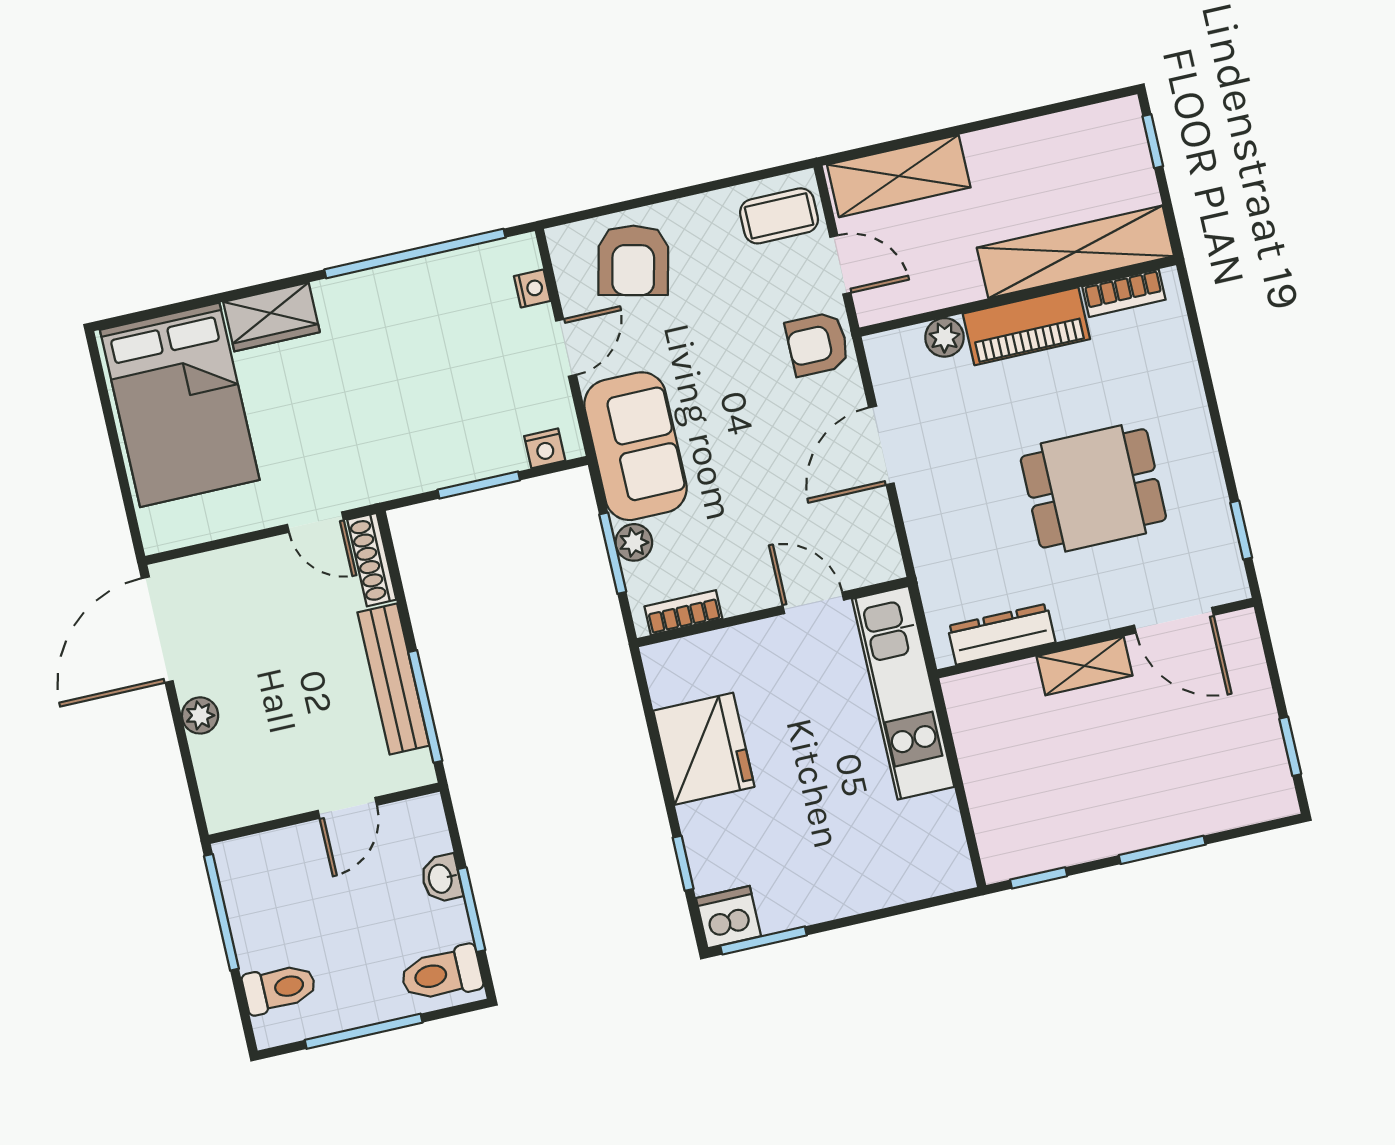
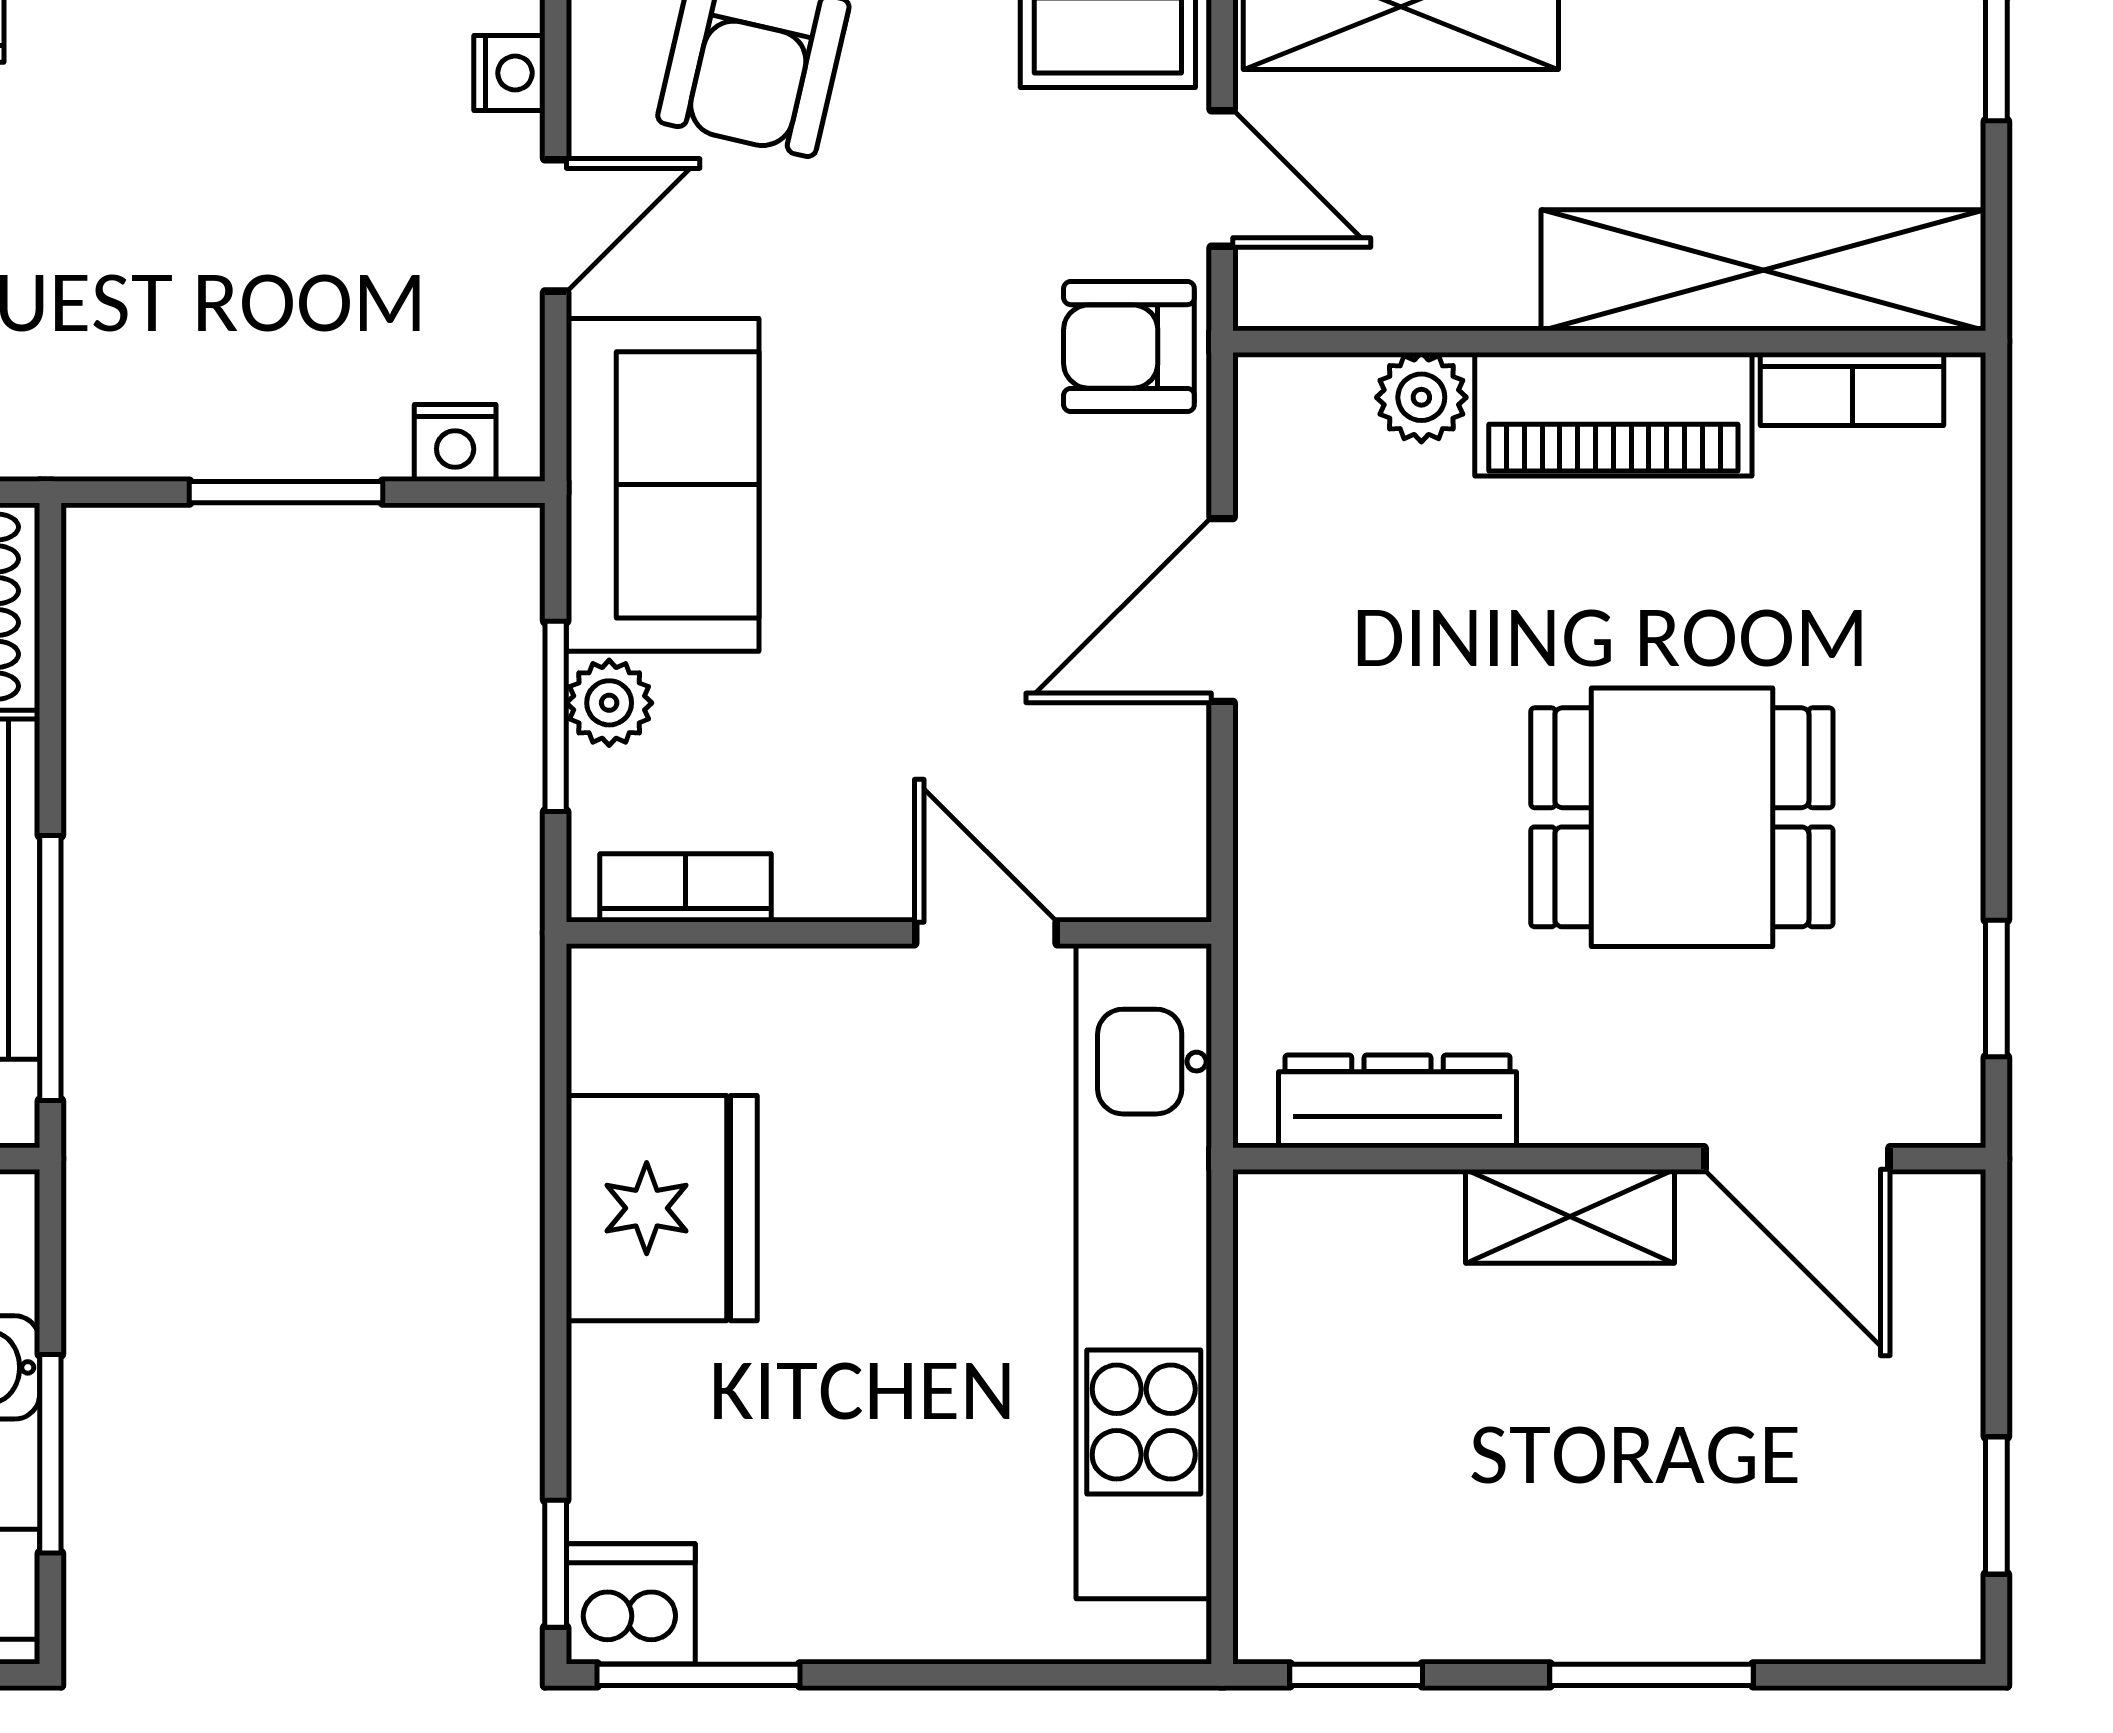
kitchen unit: (903, 693) -> (1144, 1271), width x1.36
window: (683, 863) -> (556, 1564), moved

